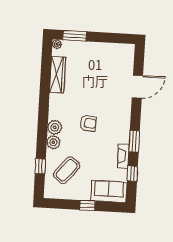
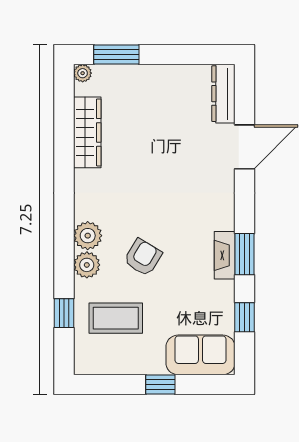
dresser: (128, 59) -> (223, 94), added
armchair: (88, 123) -> (143, 257), moved, turned -64
fireplace: (123, 156) -> (225, 255), moved
coffee table: (67, 170) -> (116, 318), turned 51

